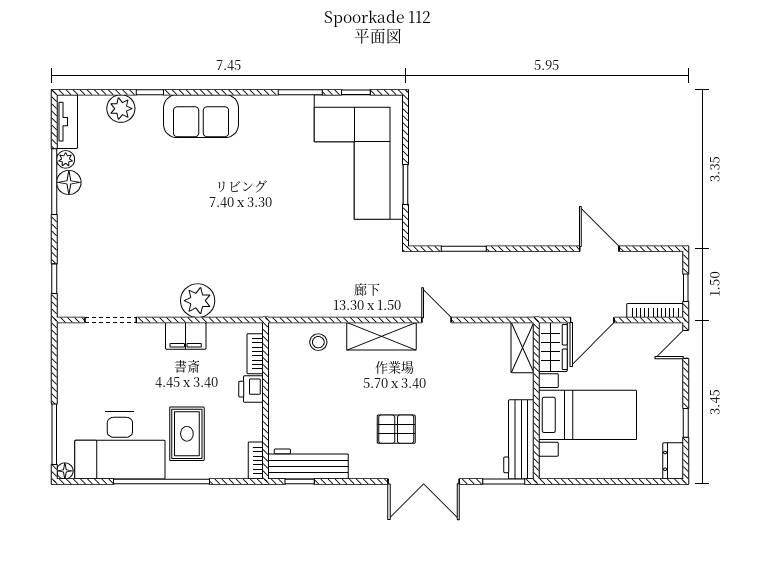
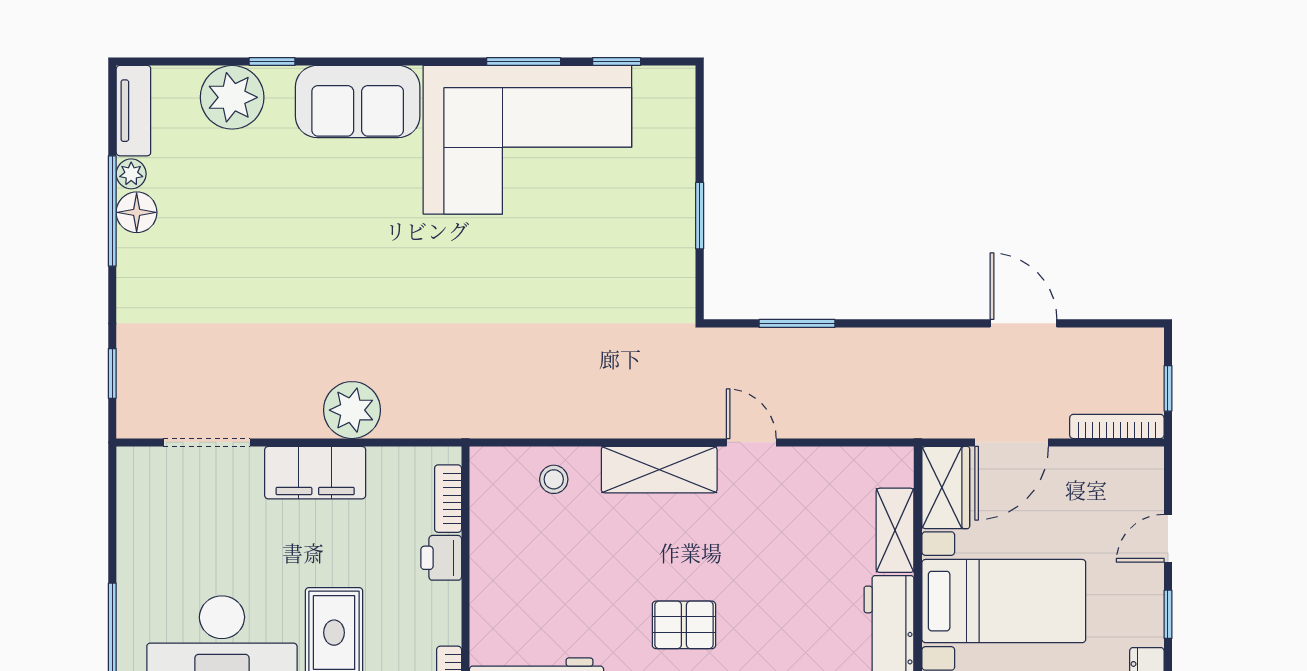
plant: (121, 109) -> (232, 97), width x1.36, depth x1.36
corner sofa: (359, 157) -> (527, 140), moved, turned -90
filing cabinet: (186, 336) -> (315, 473), width x1.50, depth x1.17
door: (686, 344) -> (1168, 538), moved
shelving: (522, 348) -> (895, 530), moved

